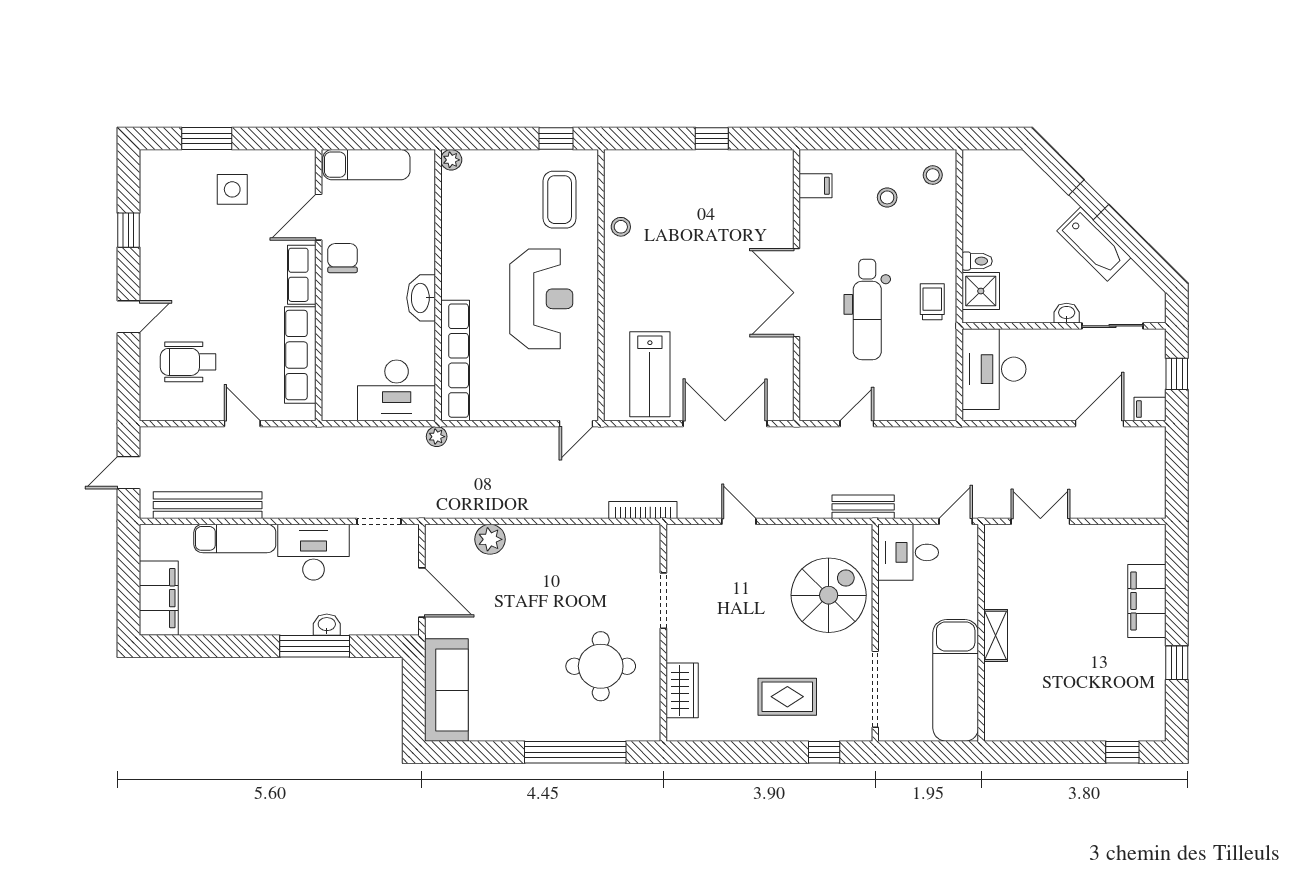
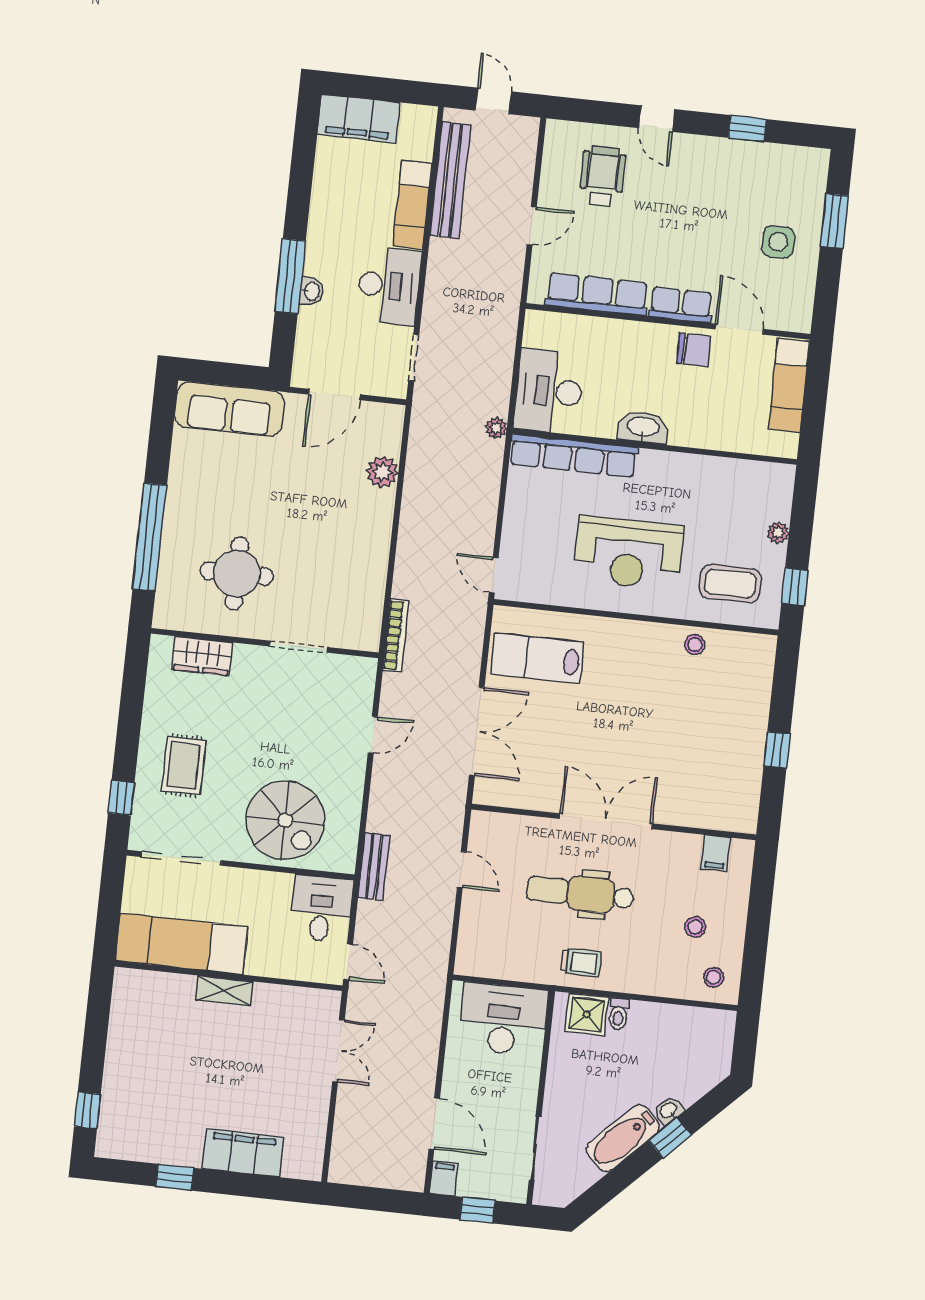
plant: (451, 160) -> (778, 533), moved
washbasin: (1067, 313) -> (669, 1111), moved, turned -135

